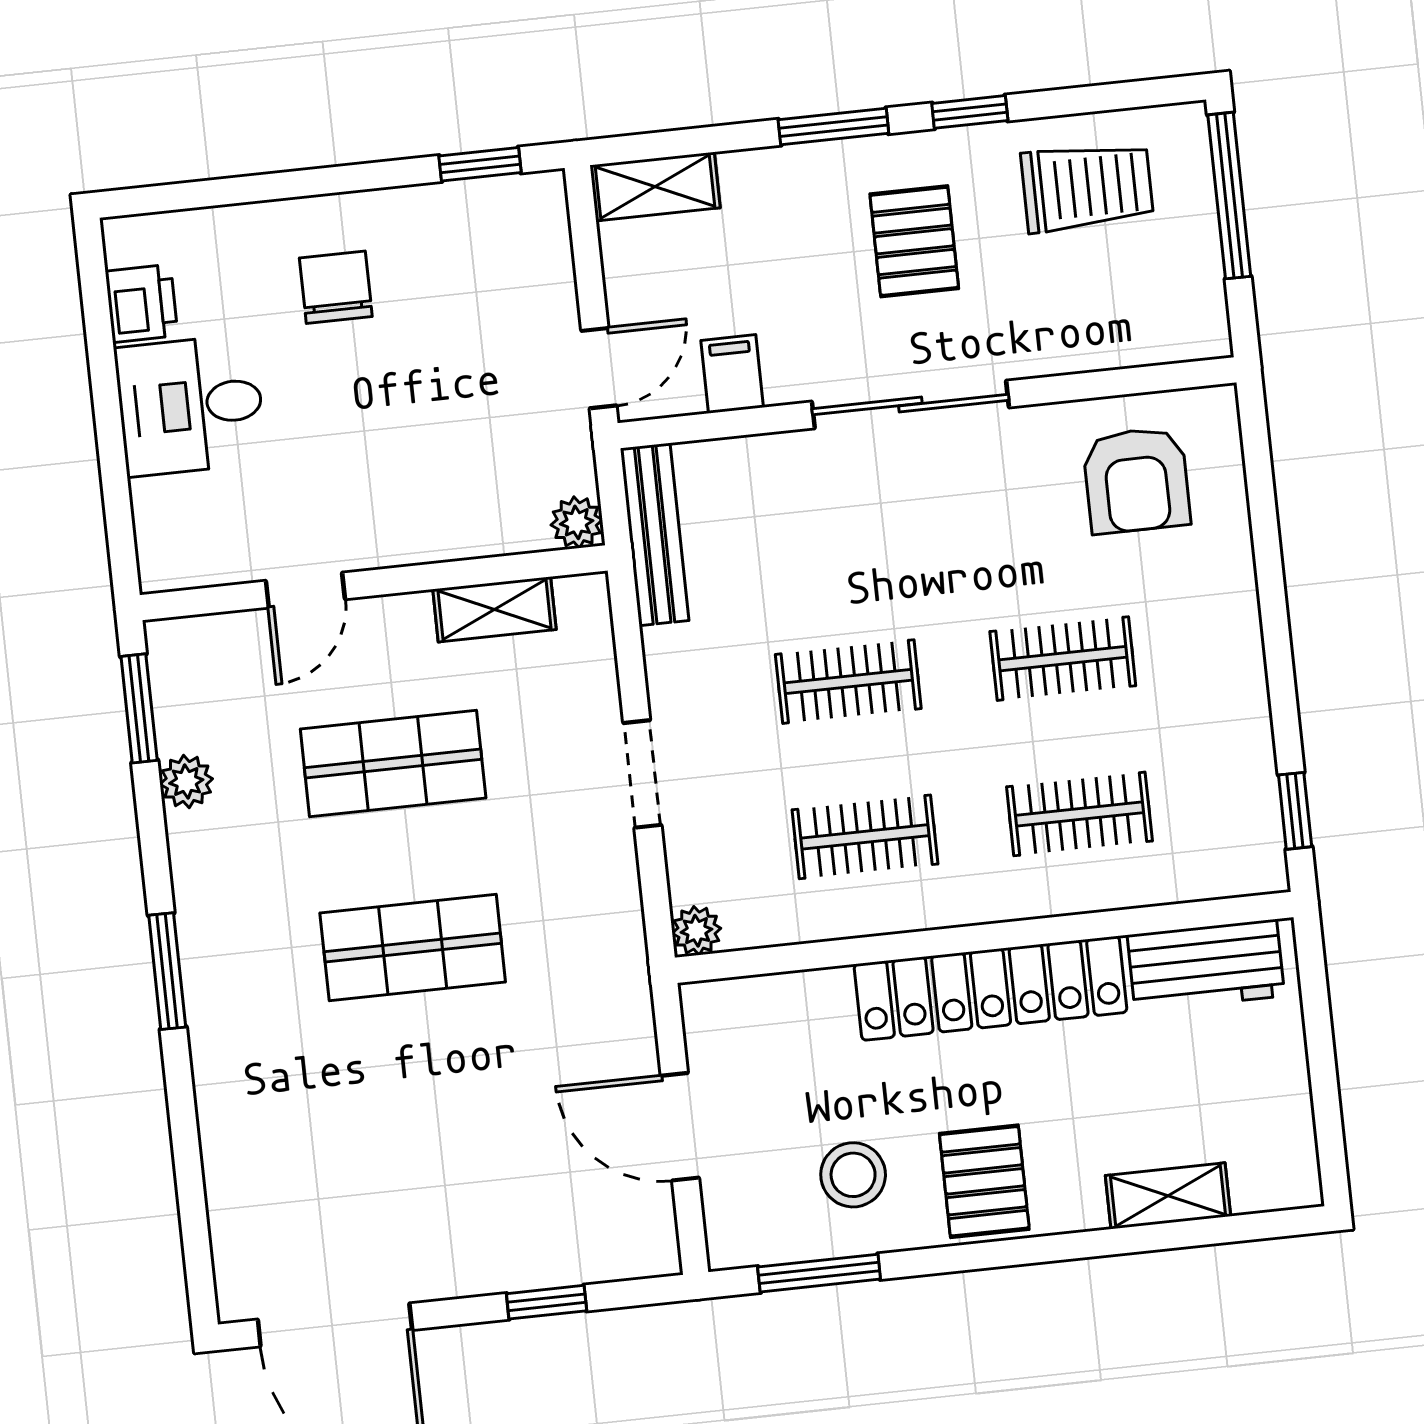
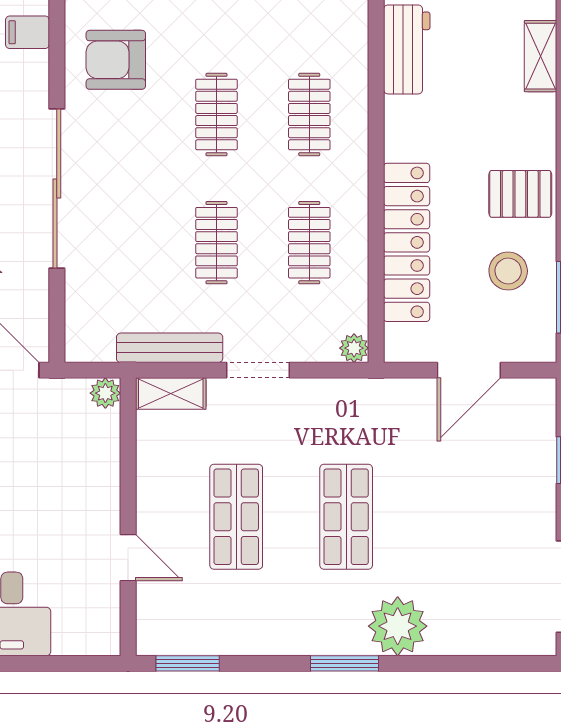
filing cabinet: (732, 374) -> (27, 32), moved
sliding door: (910, 405) -> (57, 189), width x1.36
armchair: (1136, 480) -> (116, 60), turned 180
bench: (655, 534) -> (170, 348), moved
shelving: (494, 609) -> (171, 394), moved, turned 90
plant: (186, 781) -> (398, 626), moved, width x1.87, depth x1.87
locker: (991, 988) -> (407, 242), moved
shelving: (1168, 1196) -> (540, 56), moved

